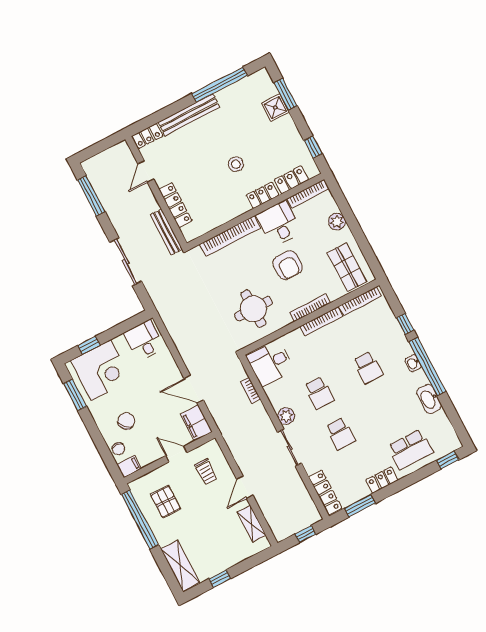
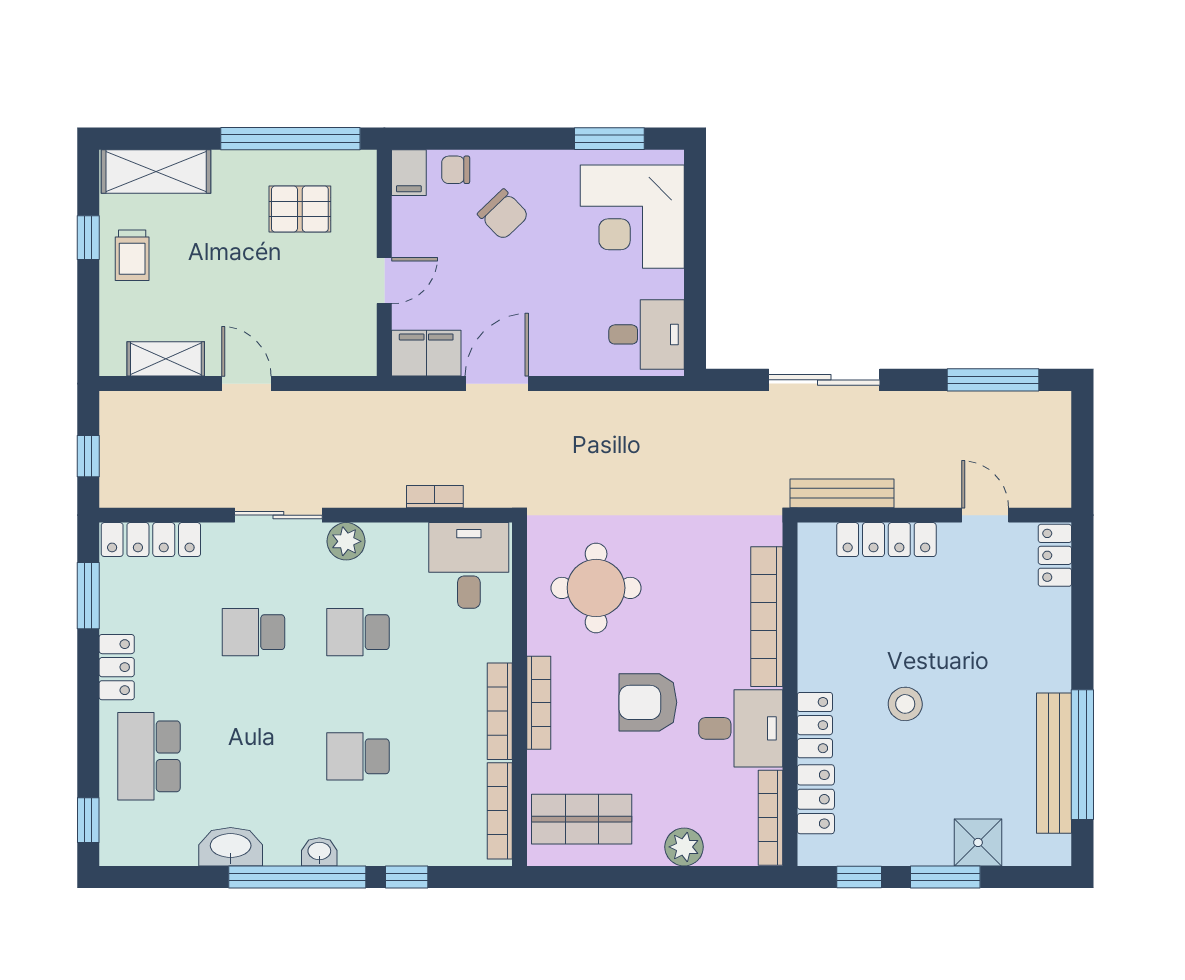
window: (285, 94) -> (945, 877), moved
bench: (189, 115) -> (1054, 763), moved
window: (89, 345) -> (695, 219), removed
trolley: (206, 472) -> (132, 255), moved, turned -90

